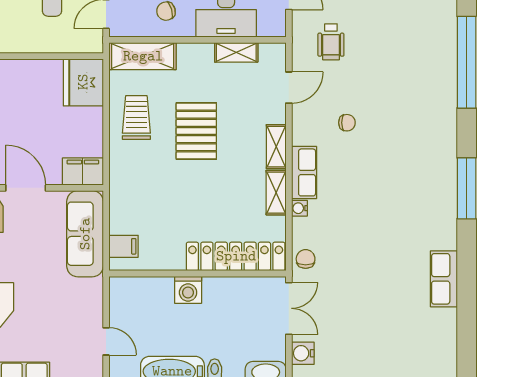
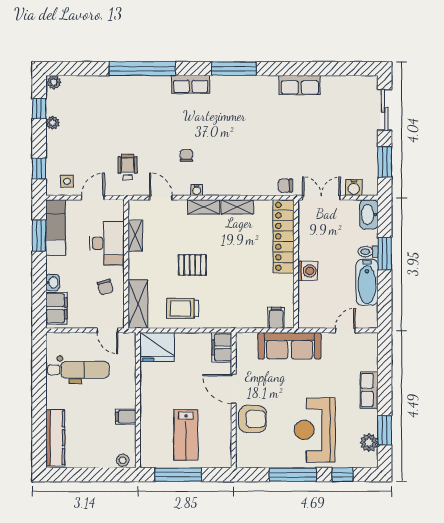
wheelchair: (331, 42) -> (128, 167), turned -90
pallet: (196, 131) -> (192, 265), width x0.67, depth x0.71
row of seats: (304, 172) -> (191, 84), moved, turned 180
door: (26, 188) -> (234, 389), hinge flipped
water cooler: (299, 208) -> (197, 190), moved
sofa: (85, 234) -> (289, 346), moved

